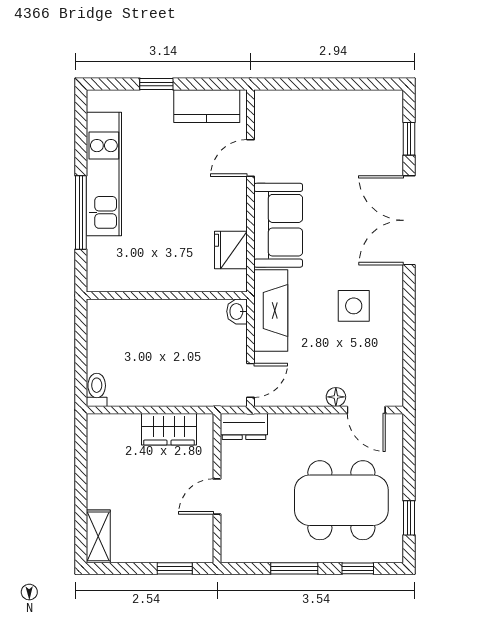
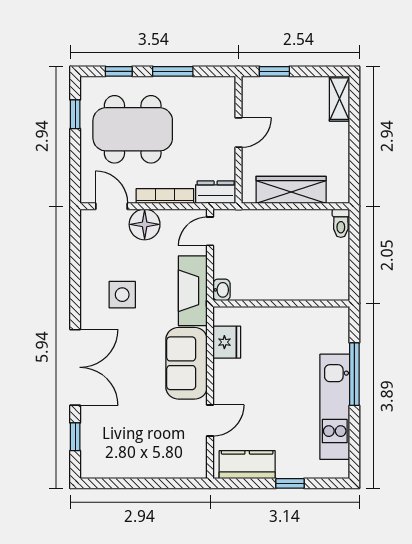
floor lamp: (336, 397) -> (145, 224), width x1.89, depth x1.89
bookcase: (303, 422) -> (165, 196), added
wardrobe: (169, 429) -> (291, 190), width x1.50

